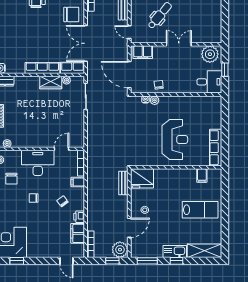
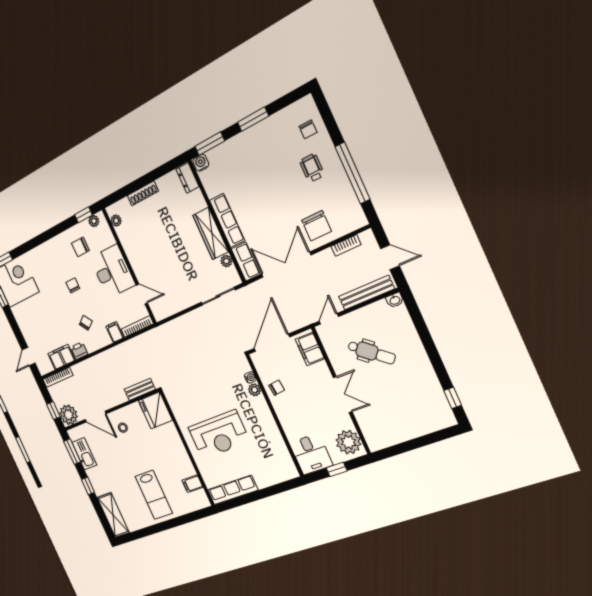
wardrobe: (51, 83) -> (211, 233), width x1.50
kitchen sink: (175, 251) -> (84, 454), moved

